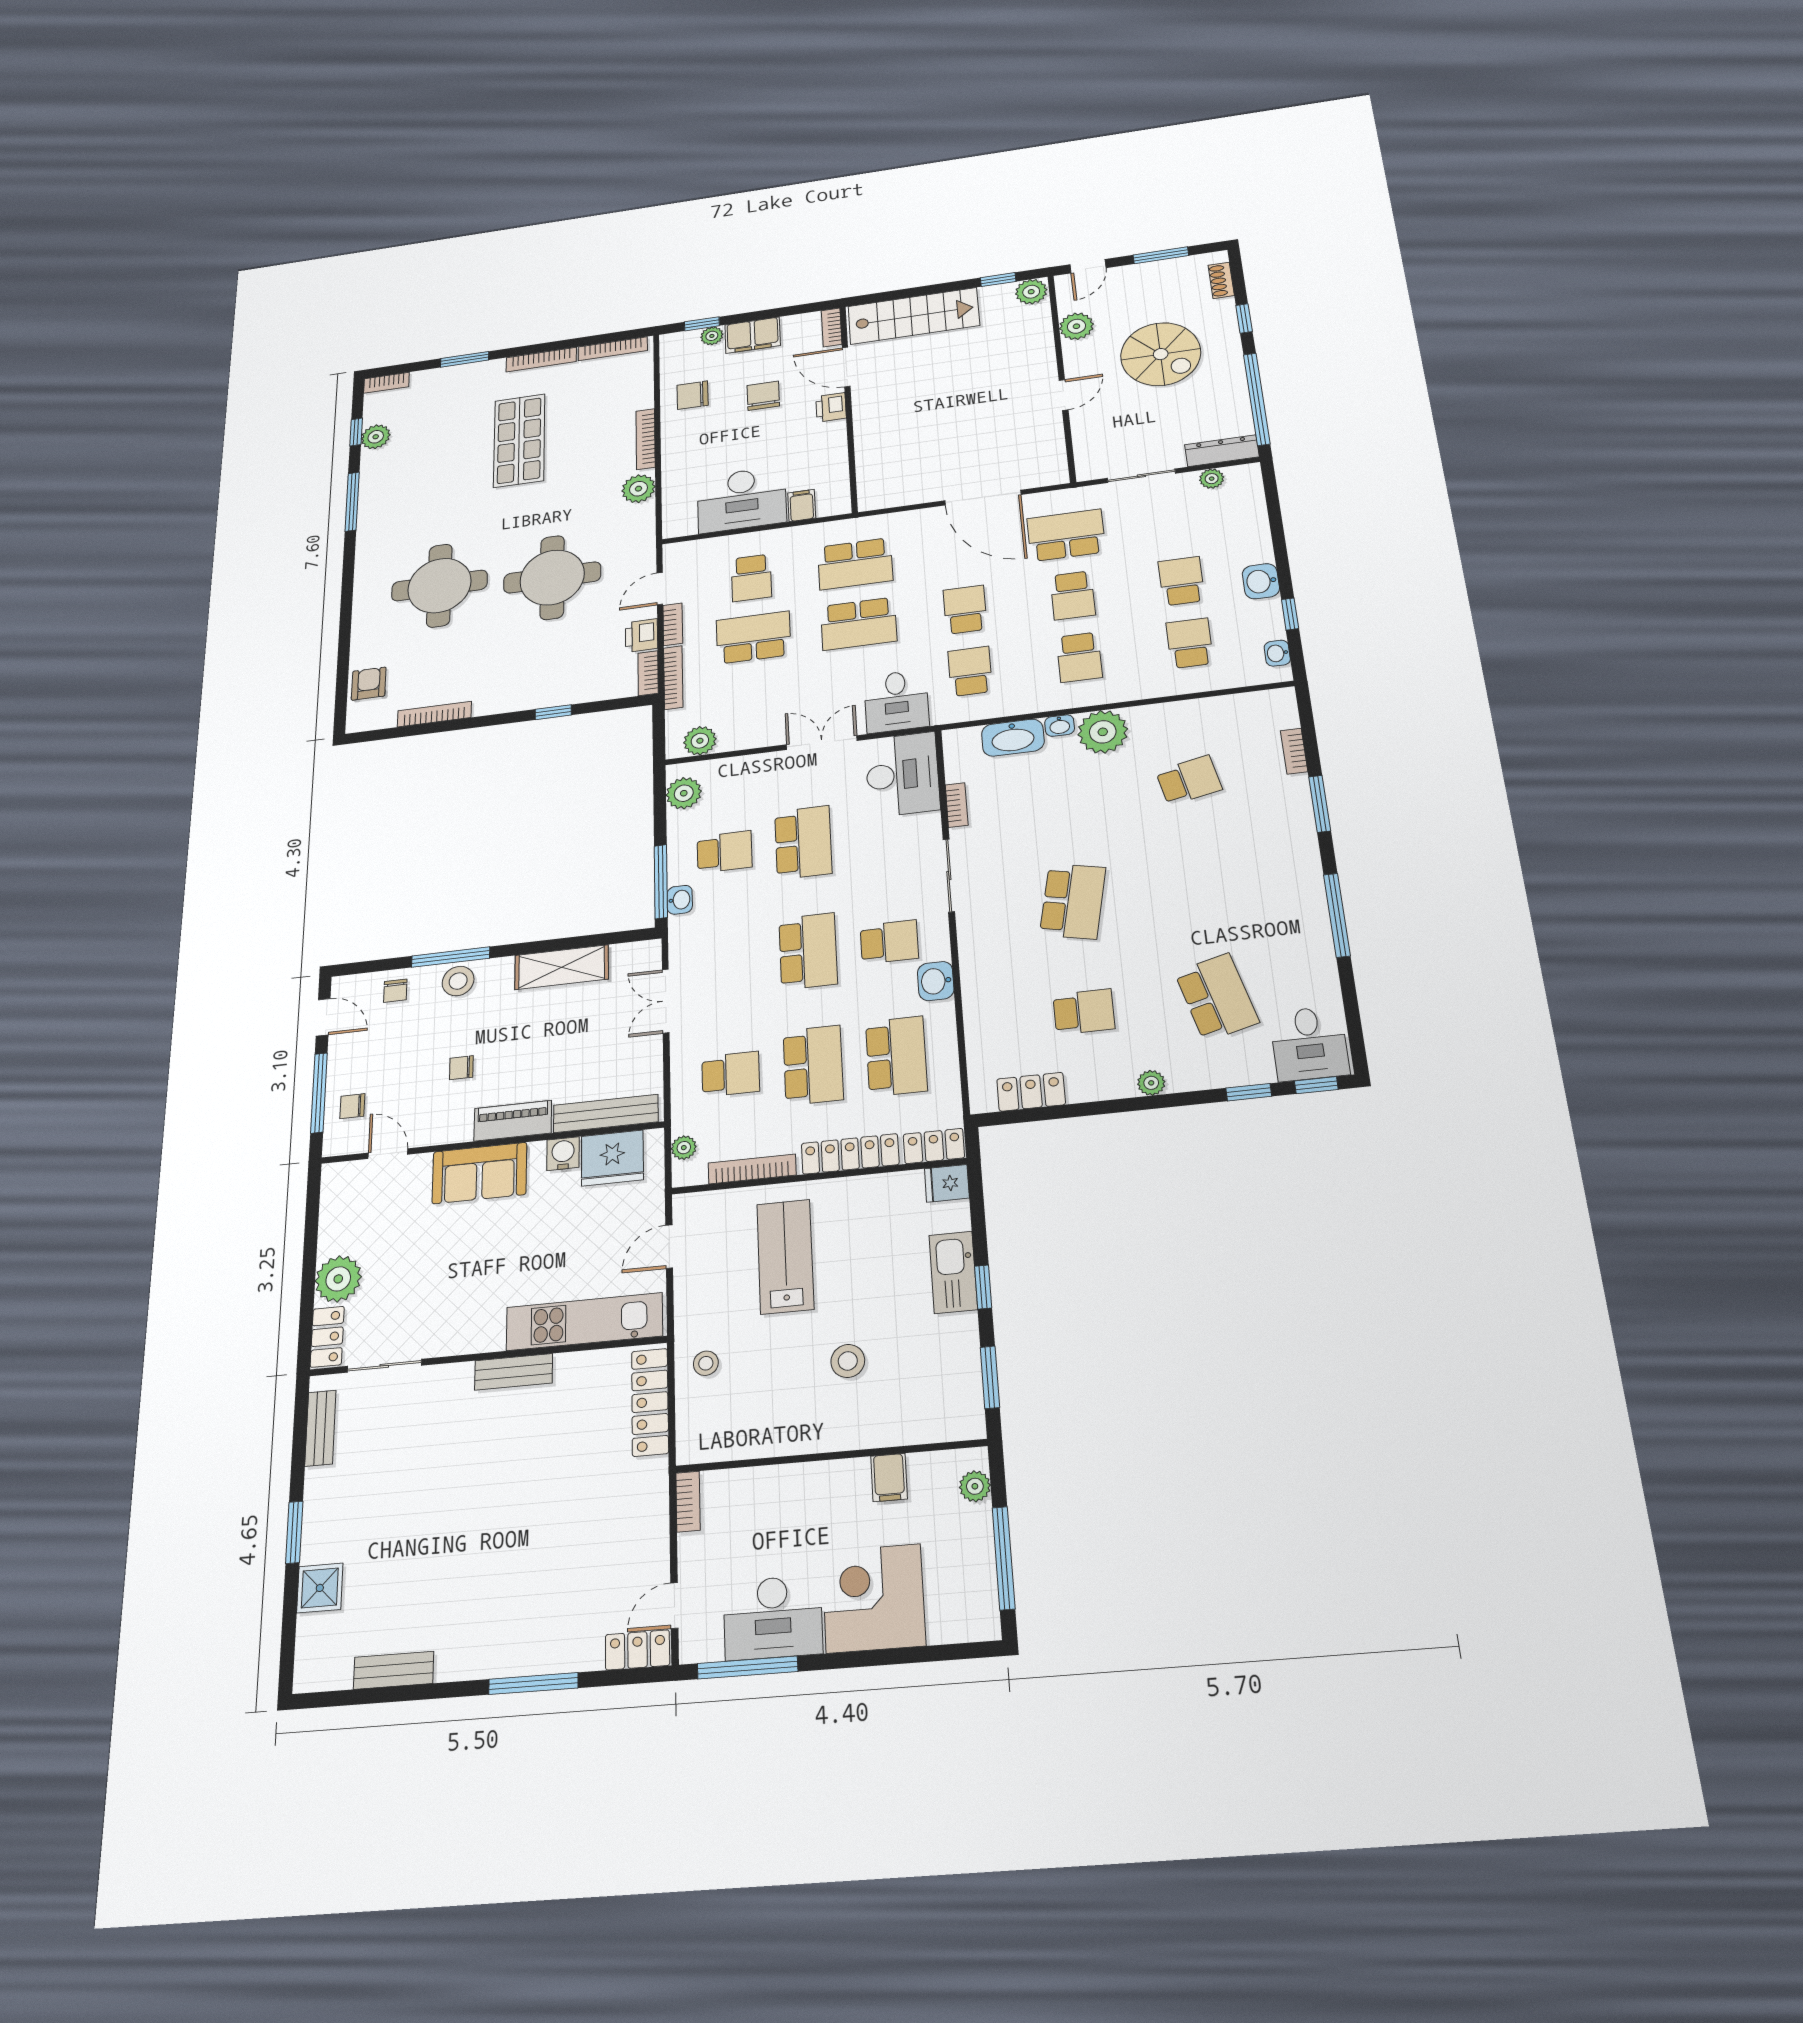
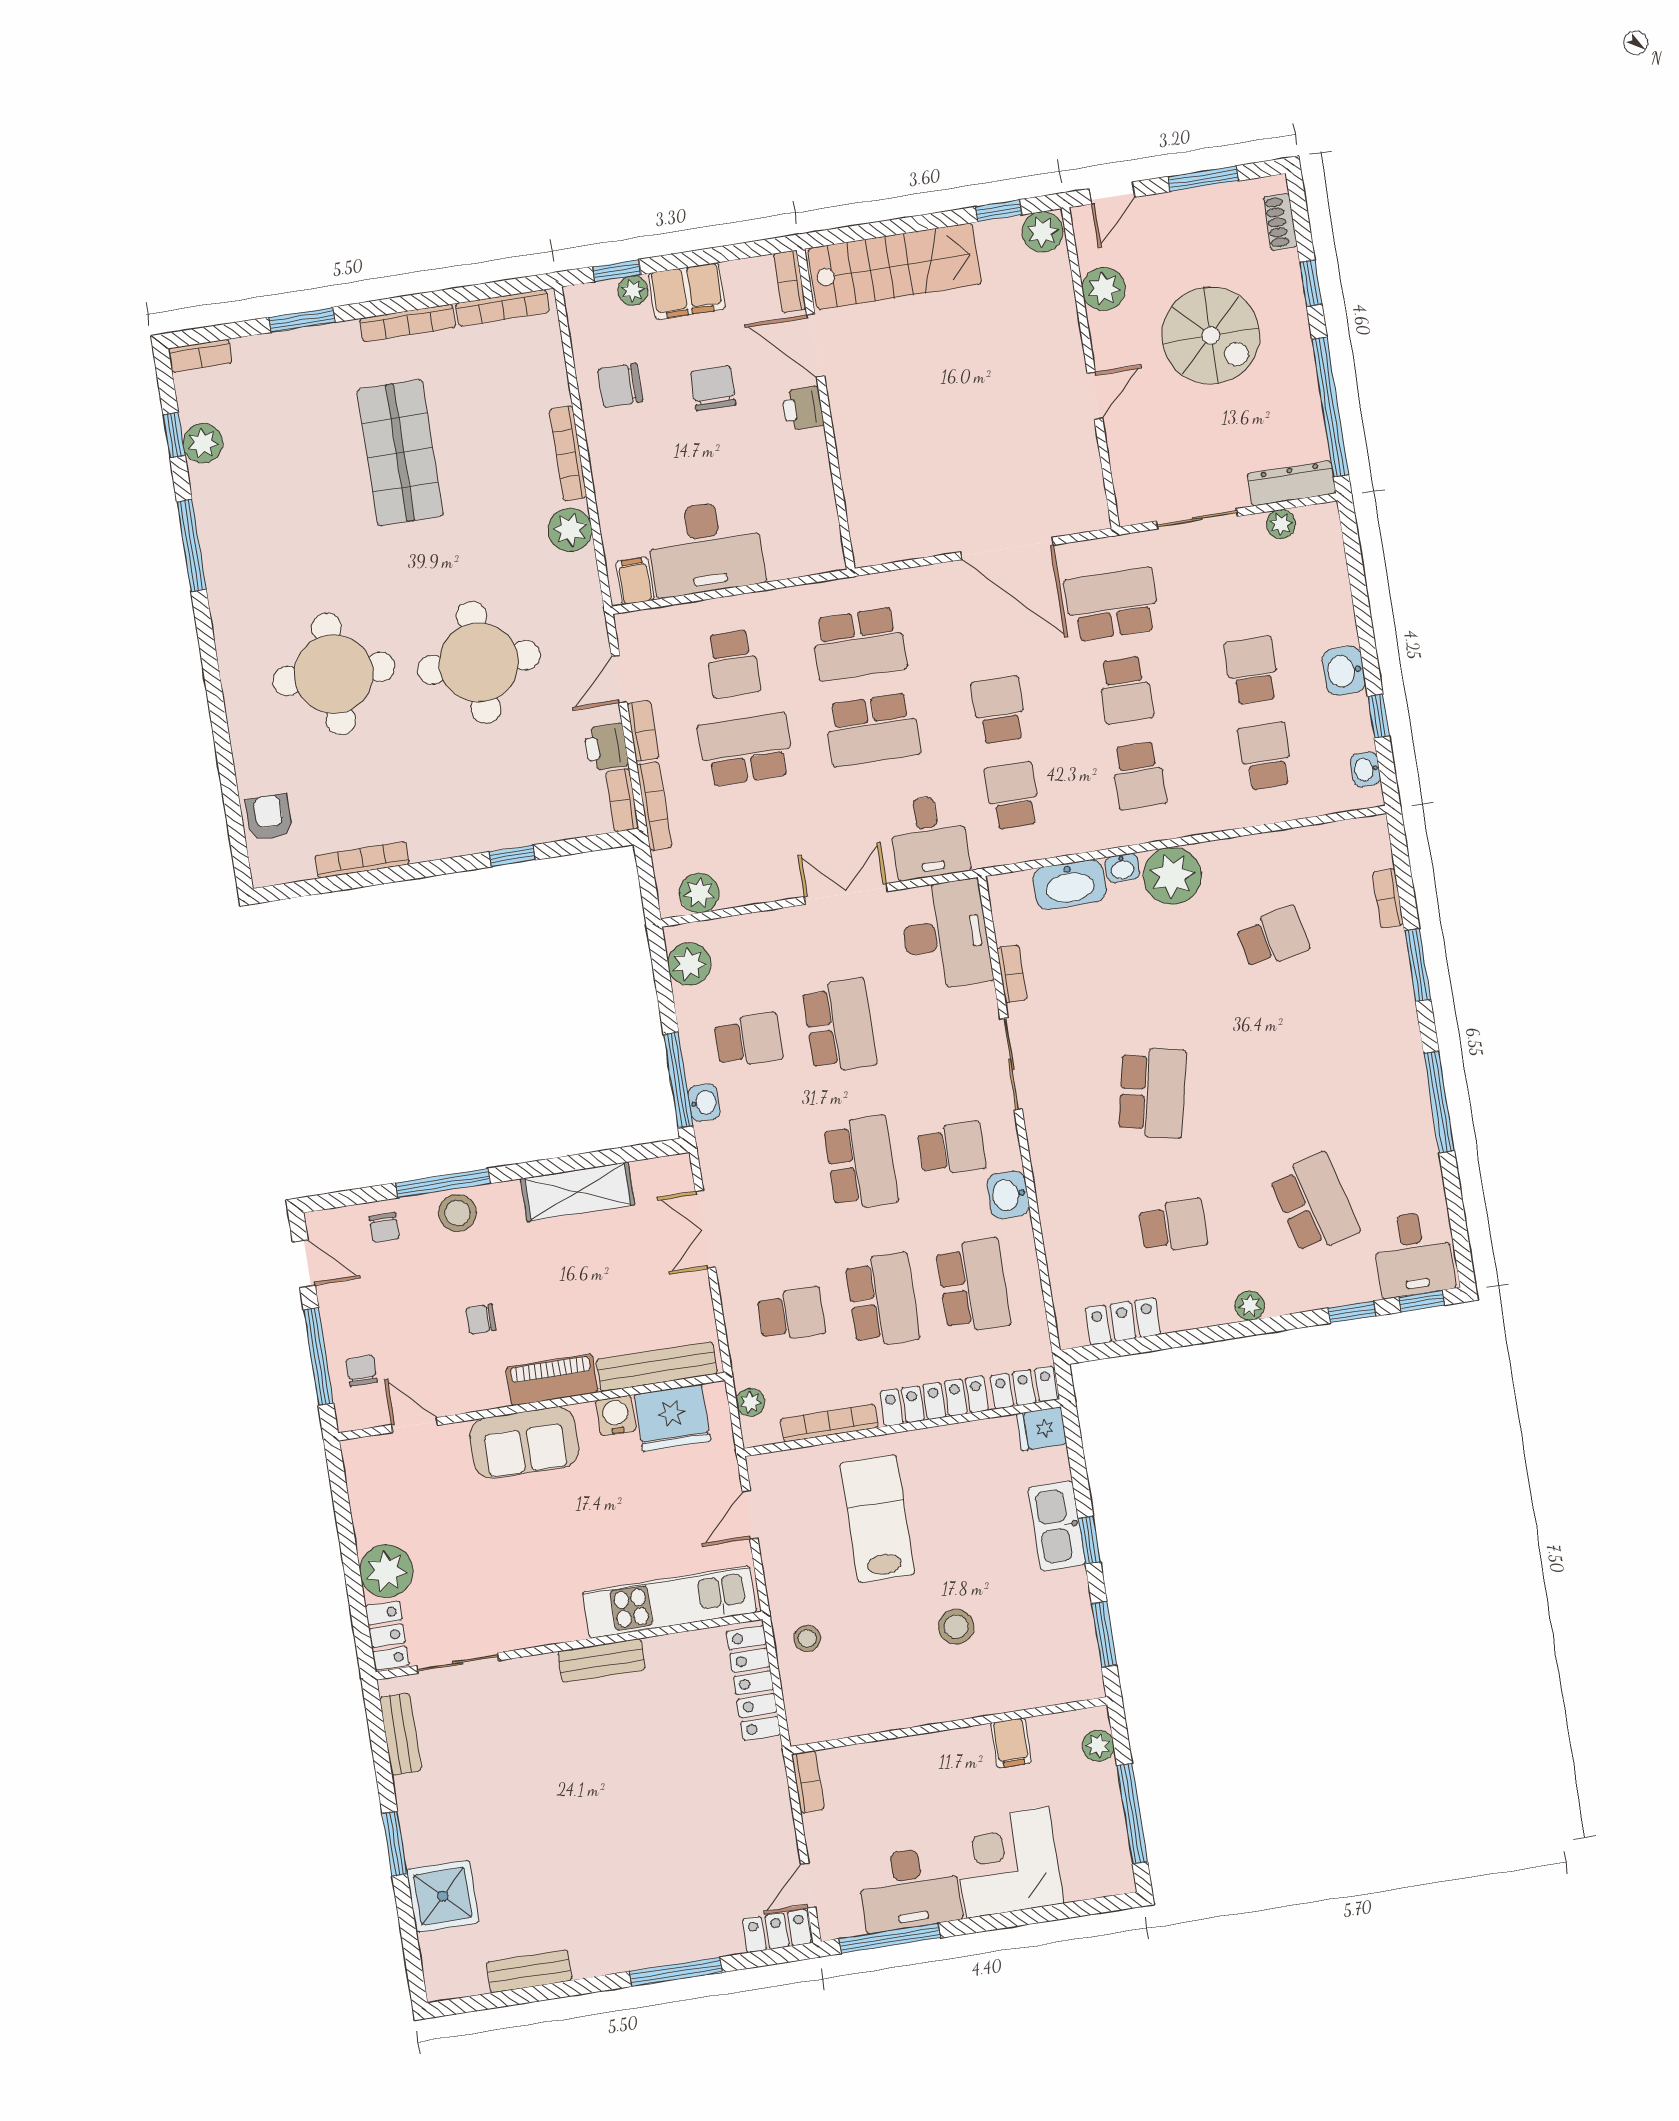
filing cabinet: (802, 505) -> (635, 581), moved
chair: (352, 1106) -> (361, 1371), turned 90
shower: (320, 1588) -> (443, 1896), width x1.36, depth x1.36

